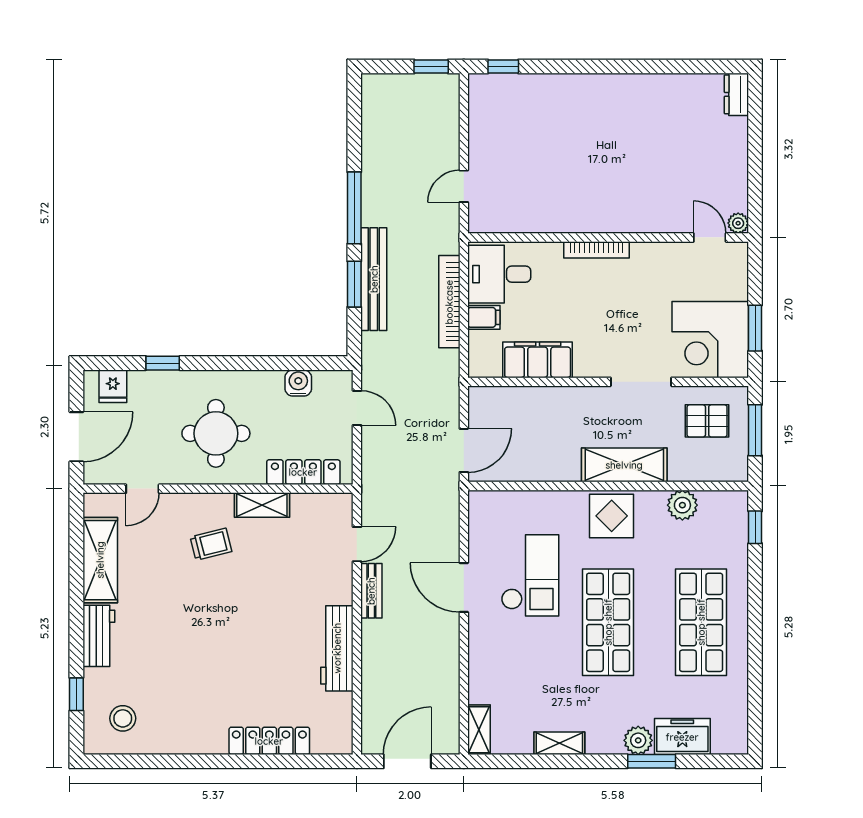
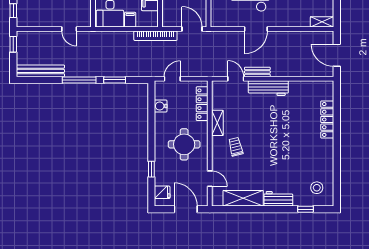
bench: (374, 279) -> (40, 71), moved
bookcase: (449, 302) -> (155, 36), moved
workbench: (337, 648) -> (268, 88), moved

